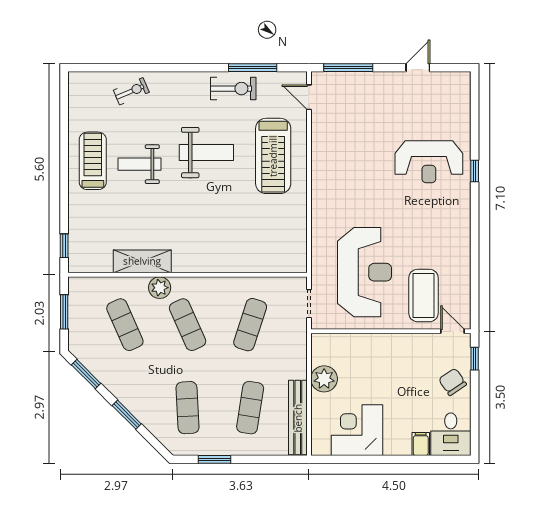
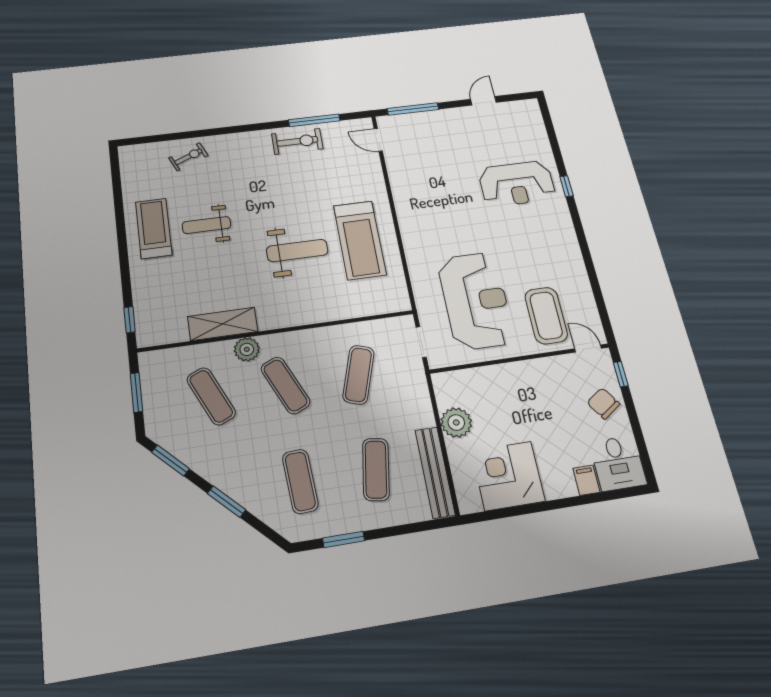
weight bench: (206, 153) -> (297, 251), moved
treadmill: (273, 156) -> (360, 240), moved

